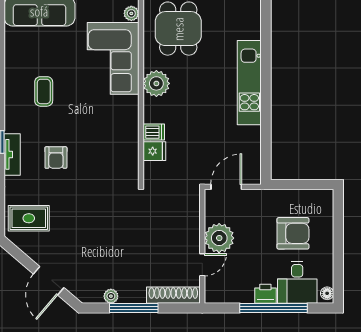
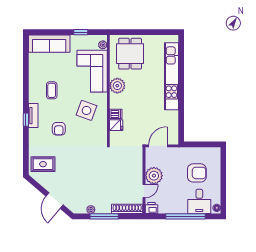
kitchen unit: (249, 83) -> (171, 76), width x1.36
side table: (103, 126) -> (86, 110), added
tv unit: (12, 154) -> (33, 116), moved
printer: (265, 294) -> (152, 208), moved

